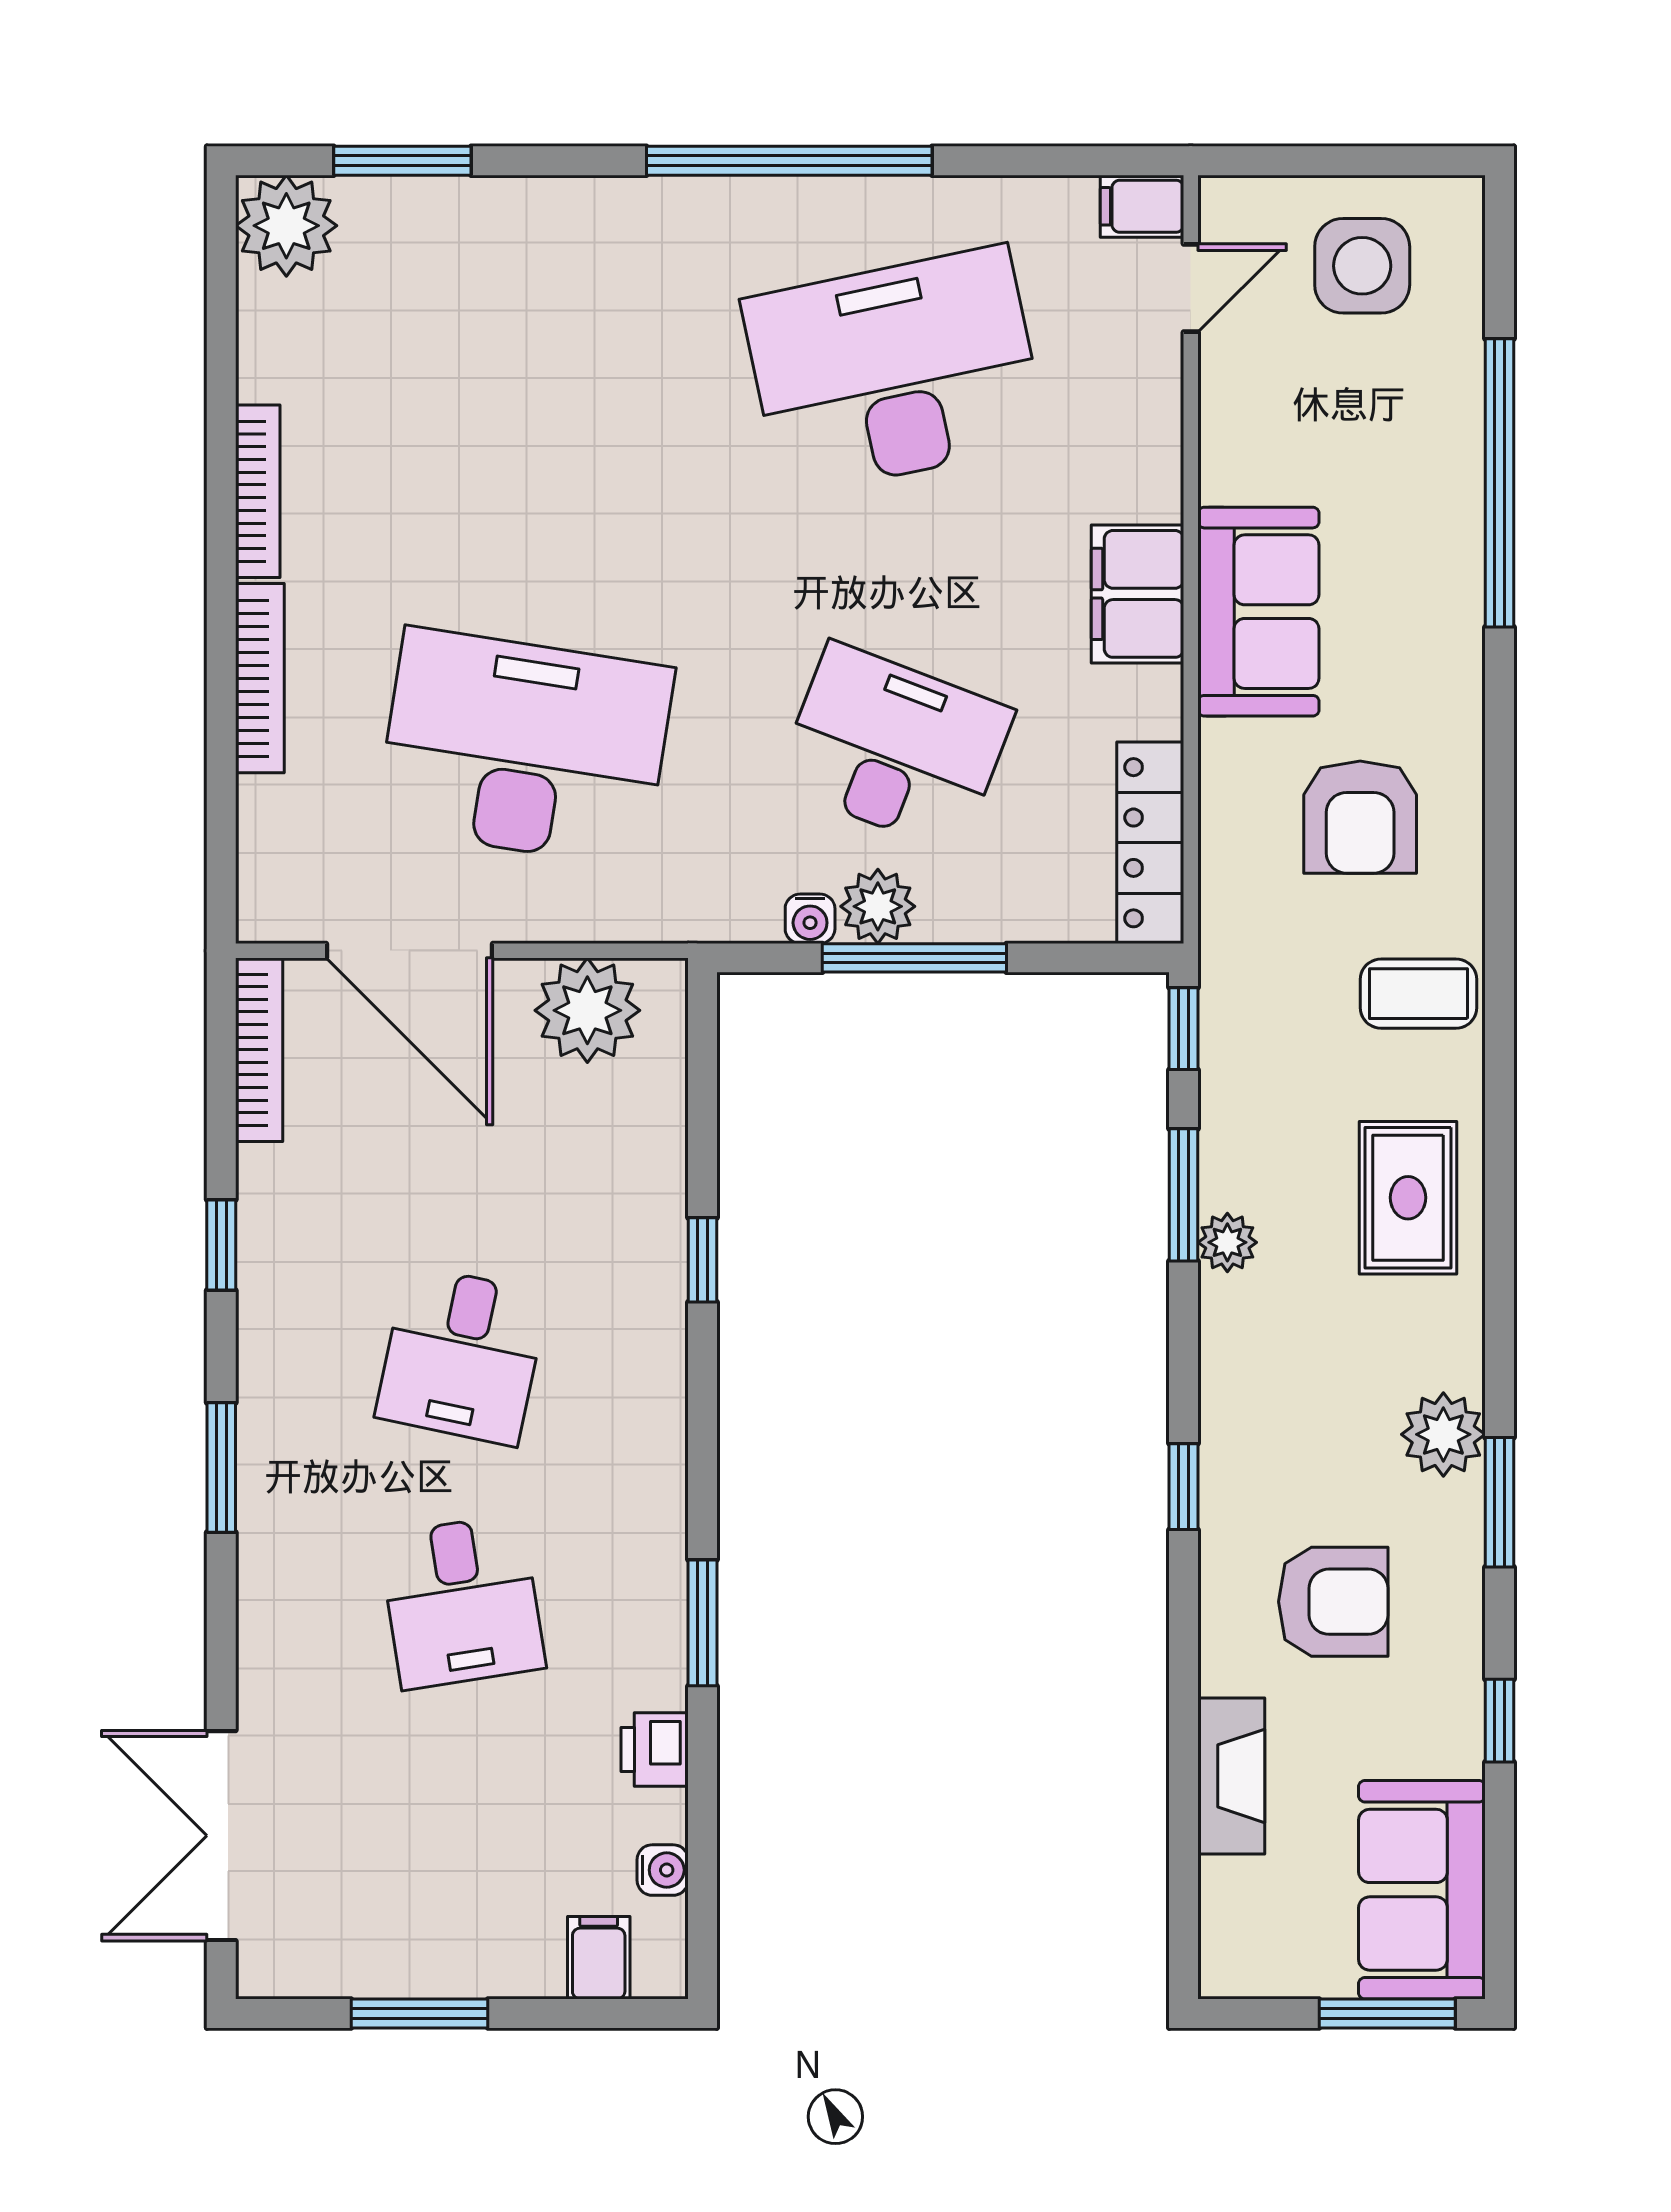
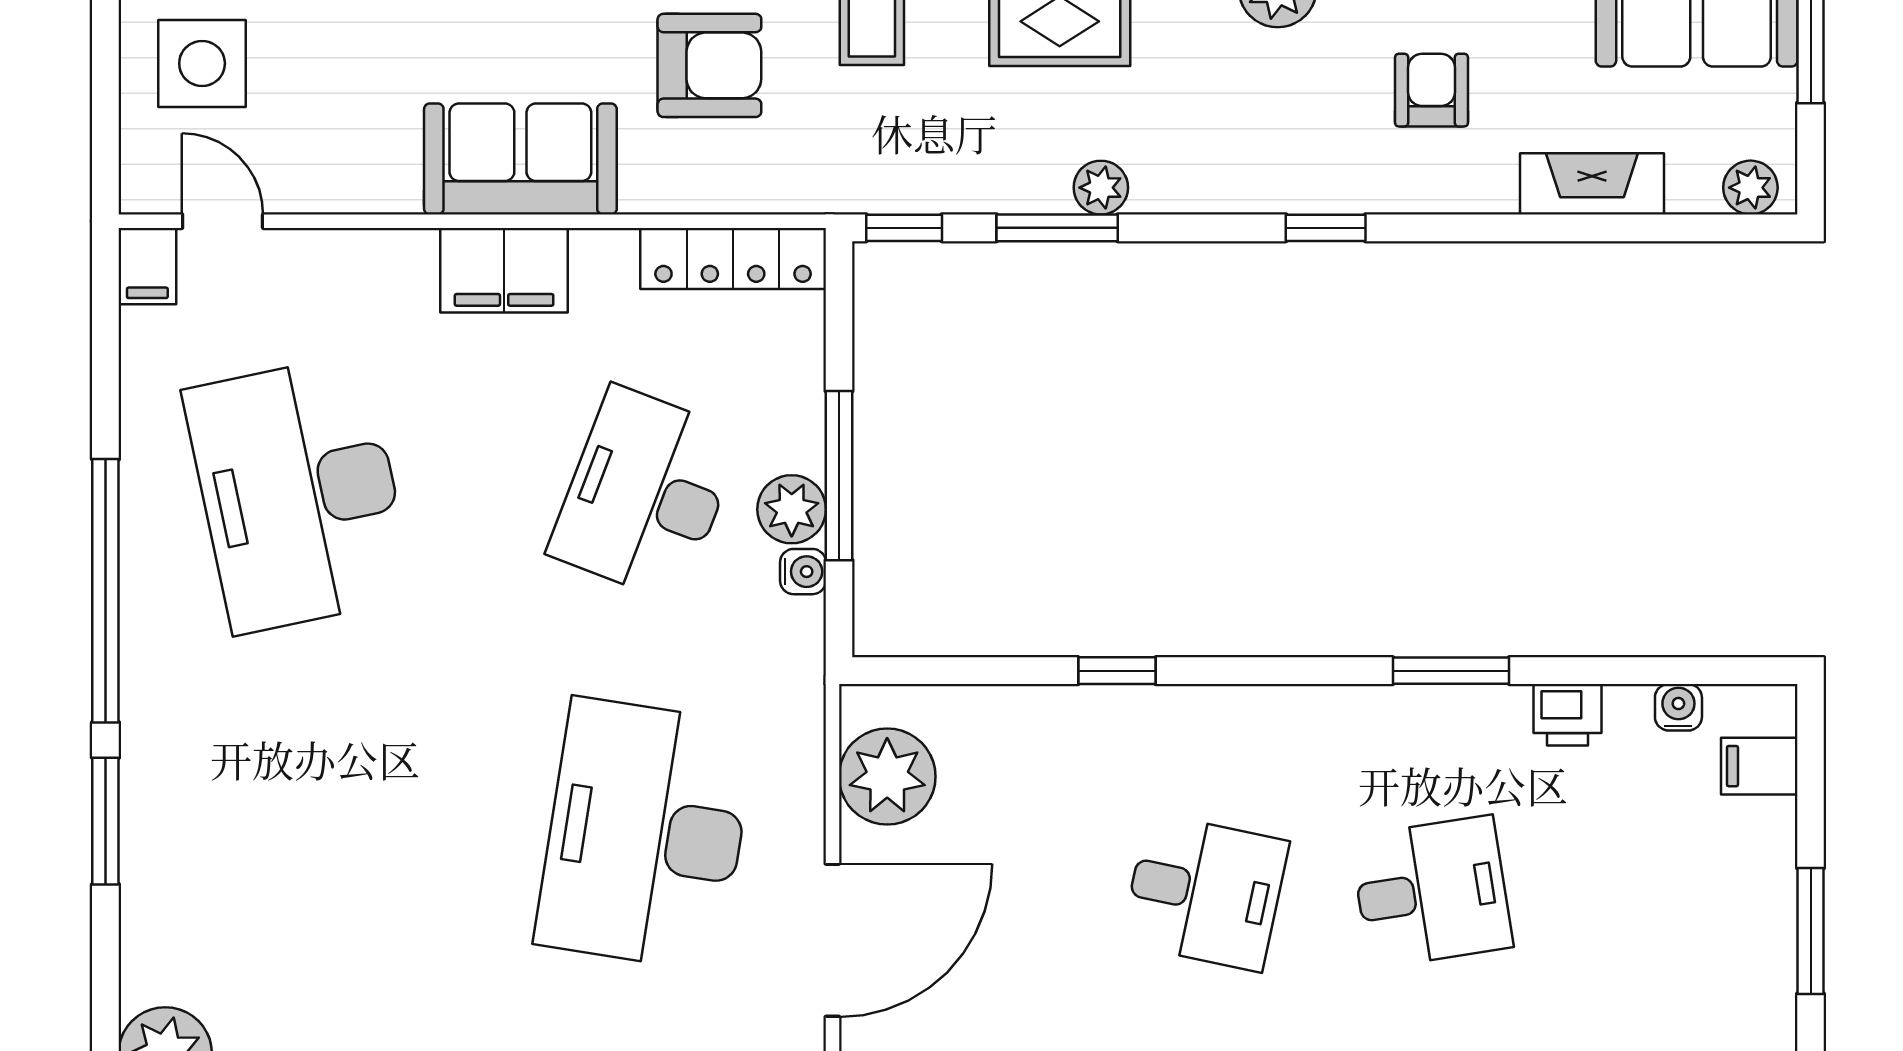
window: (402, 161) -> (105, 821), moved
armchair: (1333, 1602) -> (1431, 90), width x0.72, depth x0.72
plant: (1227, 1948) -> (1750, 188), added

